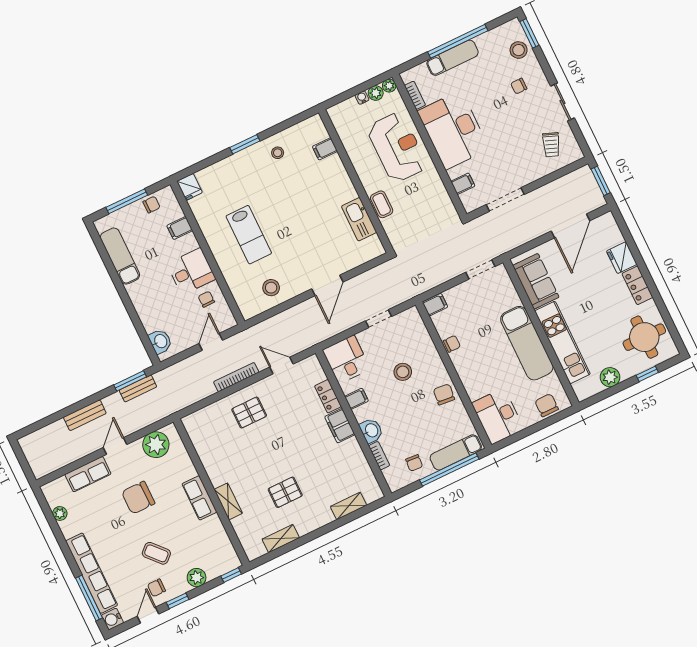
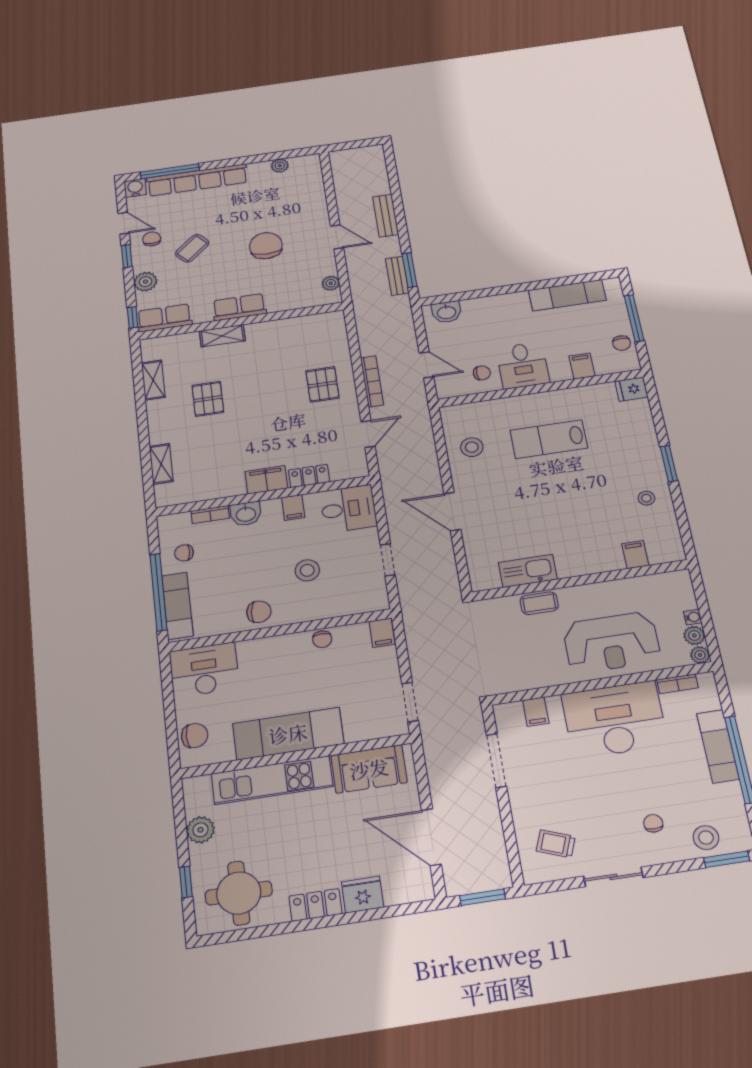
plant: (156, 445) -> (331, 283), width x0.53, depth x0.53
row of seats: (88, 474) -> (164, 318), moved, turned 90

